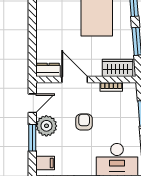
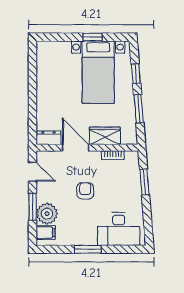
wardrobe: (118, 68) -> (105, 136), moved
door: (32, 103) -> (33, 172), hinge flipped
plant: (46, 126) -> (47, 214), moved

